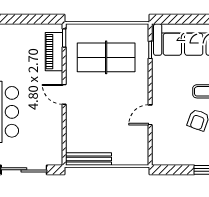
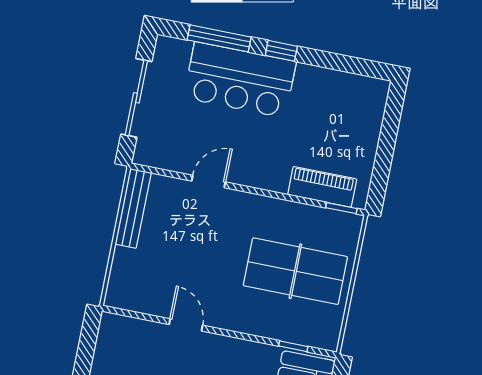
table tennis table: (106, 57) -> (295, 271), turned 90
door: (64, 94) -> (209, 182), moved

